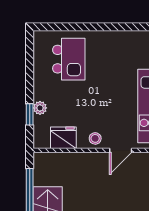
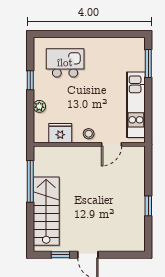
kitchen island: (69, 59) -> (65, 63), turned -90
window: (30, 114) -> (30, 80), moved

